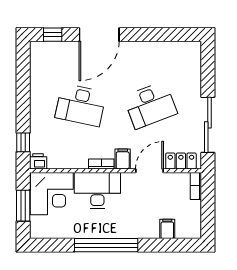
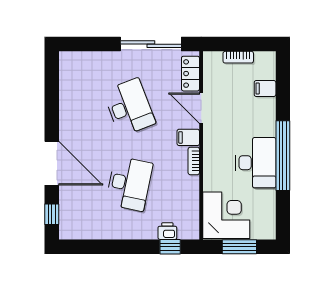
printer: (38, 161) -> (167, 231), moved, turned 90
bookcase: (196, 186) -> (238, 57), moved
desk: (97, 190) -> (256, 163), moved, turned 180

